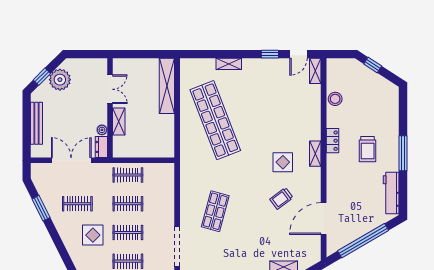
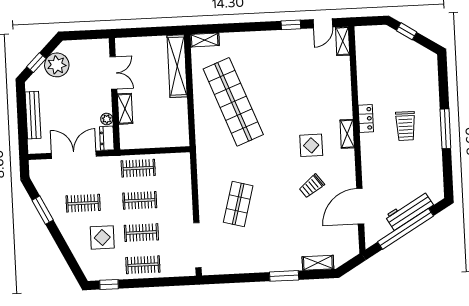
shelving: (229, 64) -> (205, 40), moved
stool: (335, 99) -> (366, 71), removed
workbench: (391, 193) -> (409, 211), moved, turned 60

